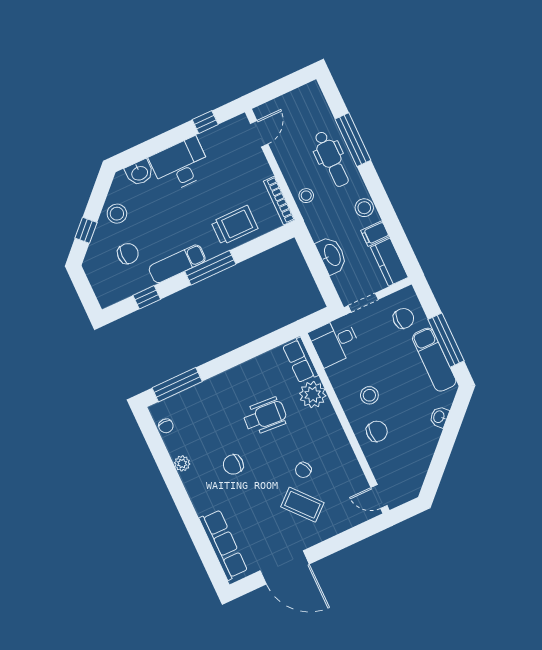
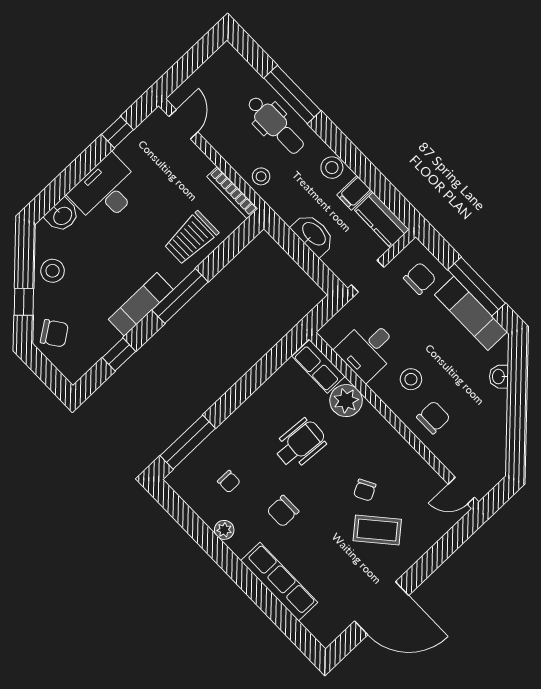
trolley: (235, 225) -> (191, 238), turned 180
chair: (128, 254) -> (54, 333), moved, turned 55
desk: (335, 342) -> (368, 349), moved
chair: (166, 426) -> (229, 482), moved
row of seats: (223, 545) -> (279, 582), moved

